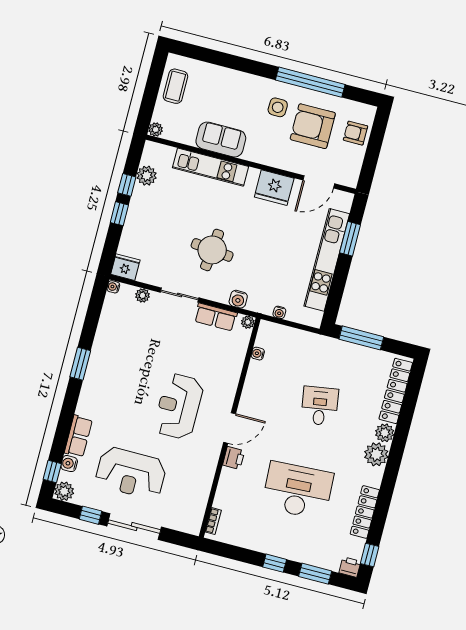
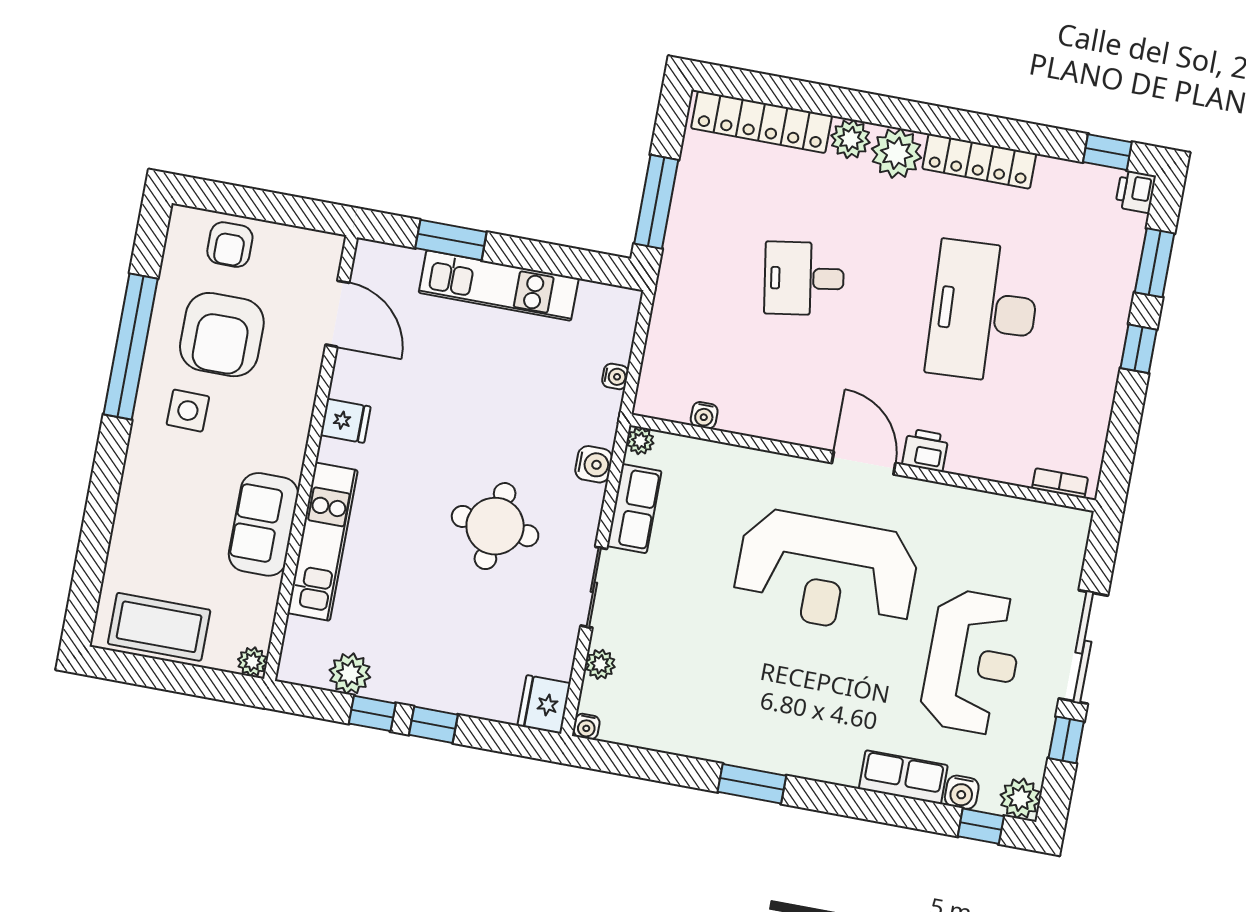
coffee table: (175, 86) -> (159, 627), width x1.36, depth x1.32
fridge: (274, 188) -> (346, 421), width x0.53, depth x0.75
kitchen unit: (327, 260) -> (499, 286), width x0.73
reception desk: (179, 406) -> (826, 572), width x1.36, depth x1.30
locker: (365, 512) -> (979, 161), moved

